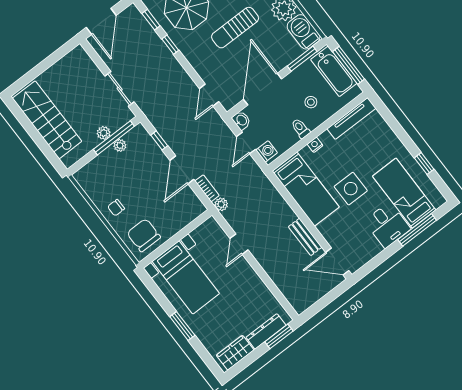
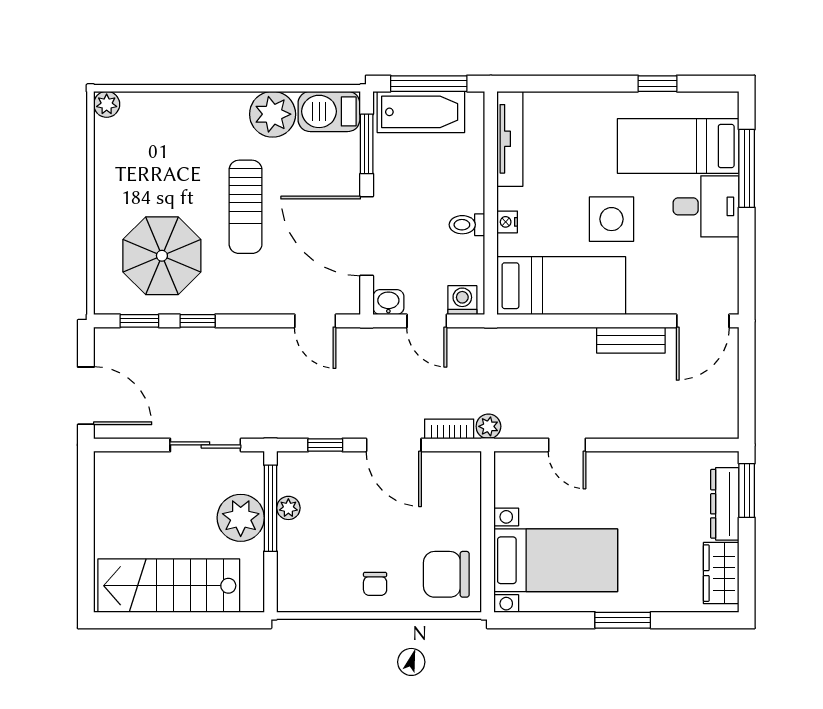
stool: (311, 102) -> (440, 180), removed
plant: (104, 133) -> (241, 518), width x1.88, depth x1.88

